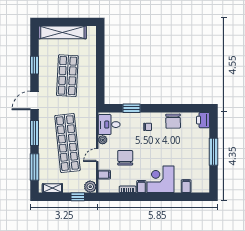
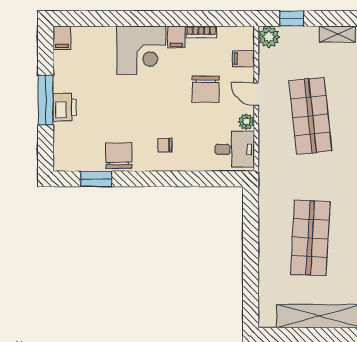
window: (132, 108) -> (96, 179), moved
printer: (203, 120) -> (65, 107), moved
shop shelf: (67, 143) -> (310, 116), width x0.71
door: (97, 155) -> (256, 94), swing flipped
filing cabinet: (186, 186) -> (62, 38), moved

